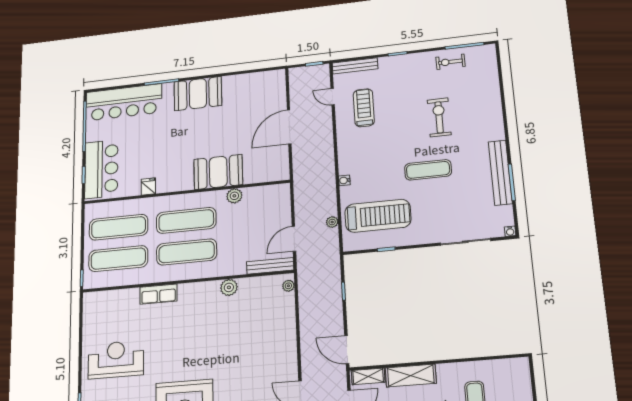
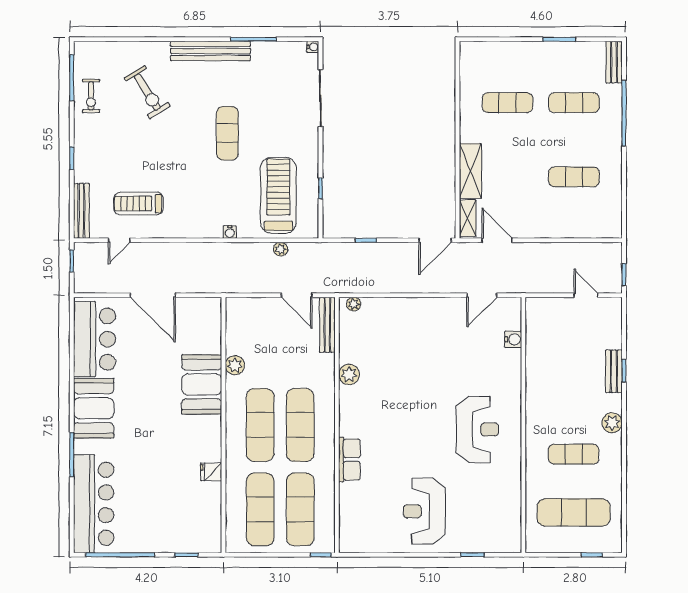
exercise bike: (439, 117) -> (147, 92), moved, turned -122
bar counter: (101, 169) -> (95, 339), moved, turned 90
bench: (500, 173) -> (211, 51), moved

